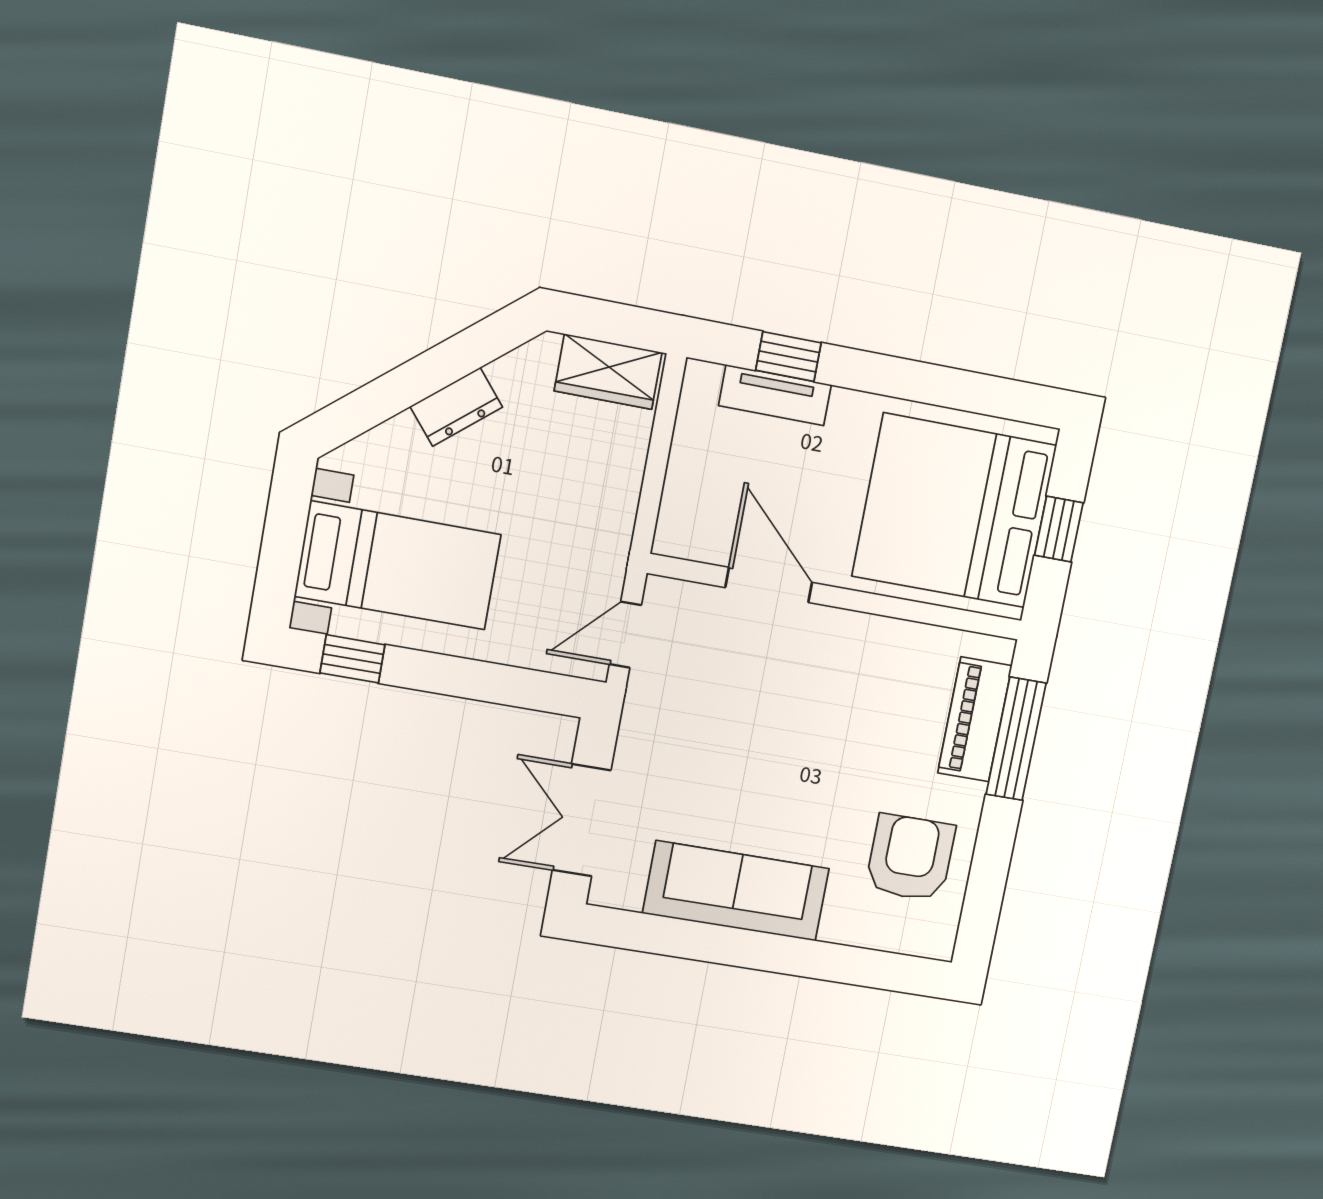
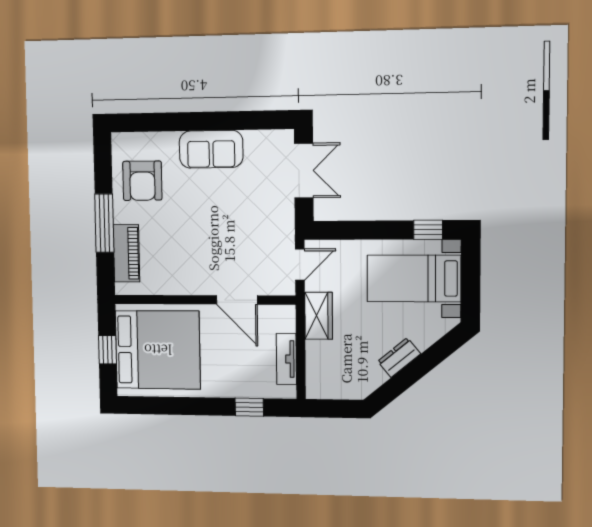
wardrobe: (608, 372) -> (319, 316), moved, turned 90
tv unit: (775, 395) -> (286, 359), moved, turned -90
window: (1016, 739) -> (104, 223), moved
sofa: (736, 891) -> (211, 149), width x0.73

